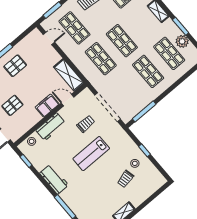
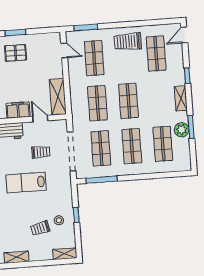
plant: (182, 41) -> (182, 130), moved
shop shelf: (127, 89) -> (101, 148), added
shelving: (157, 184) -> (65, 254), added

